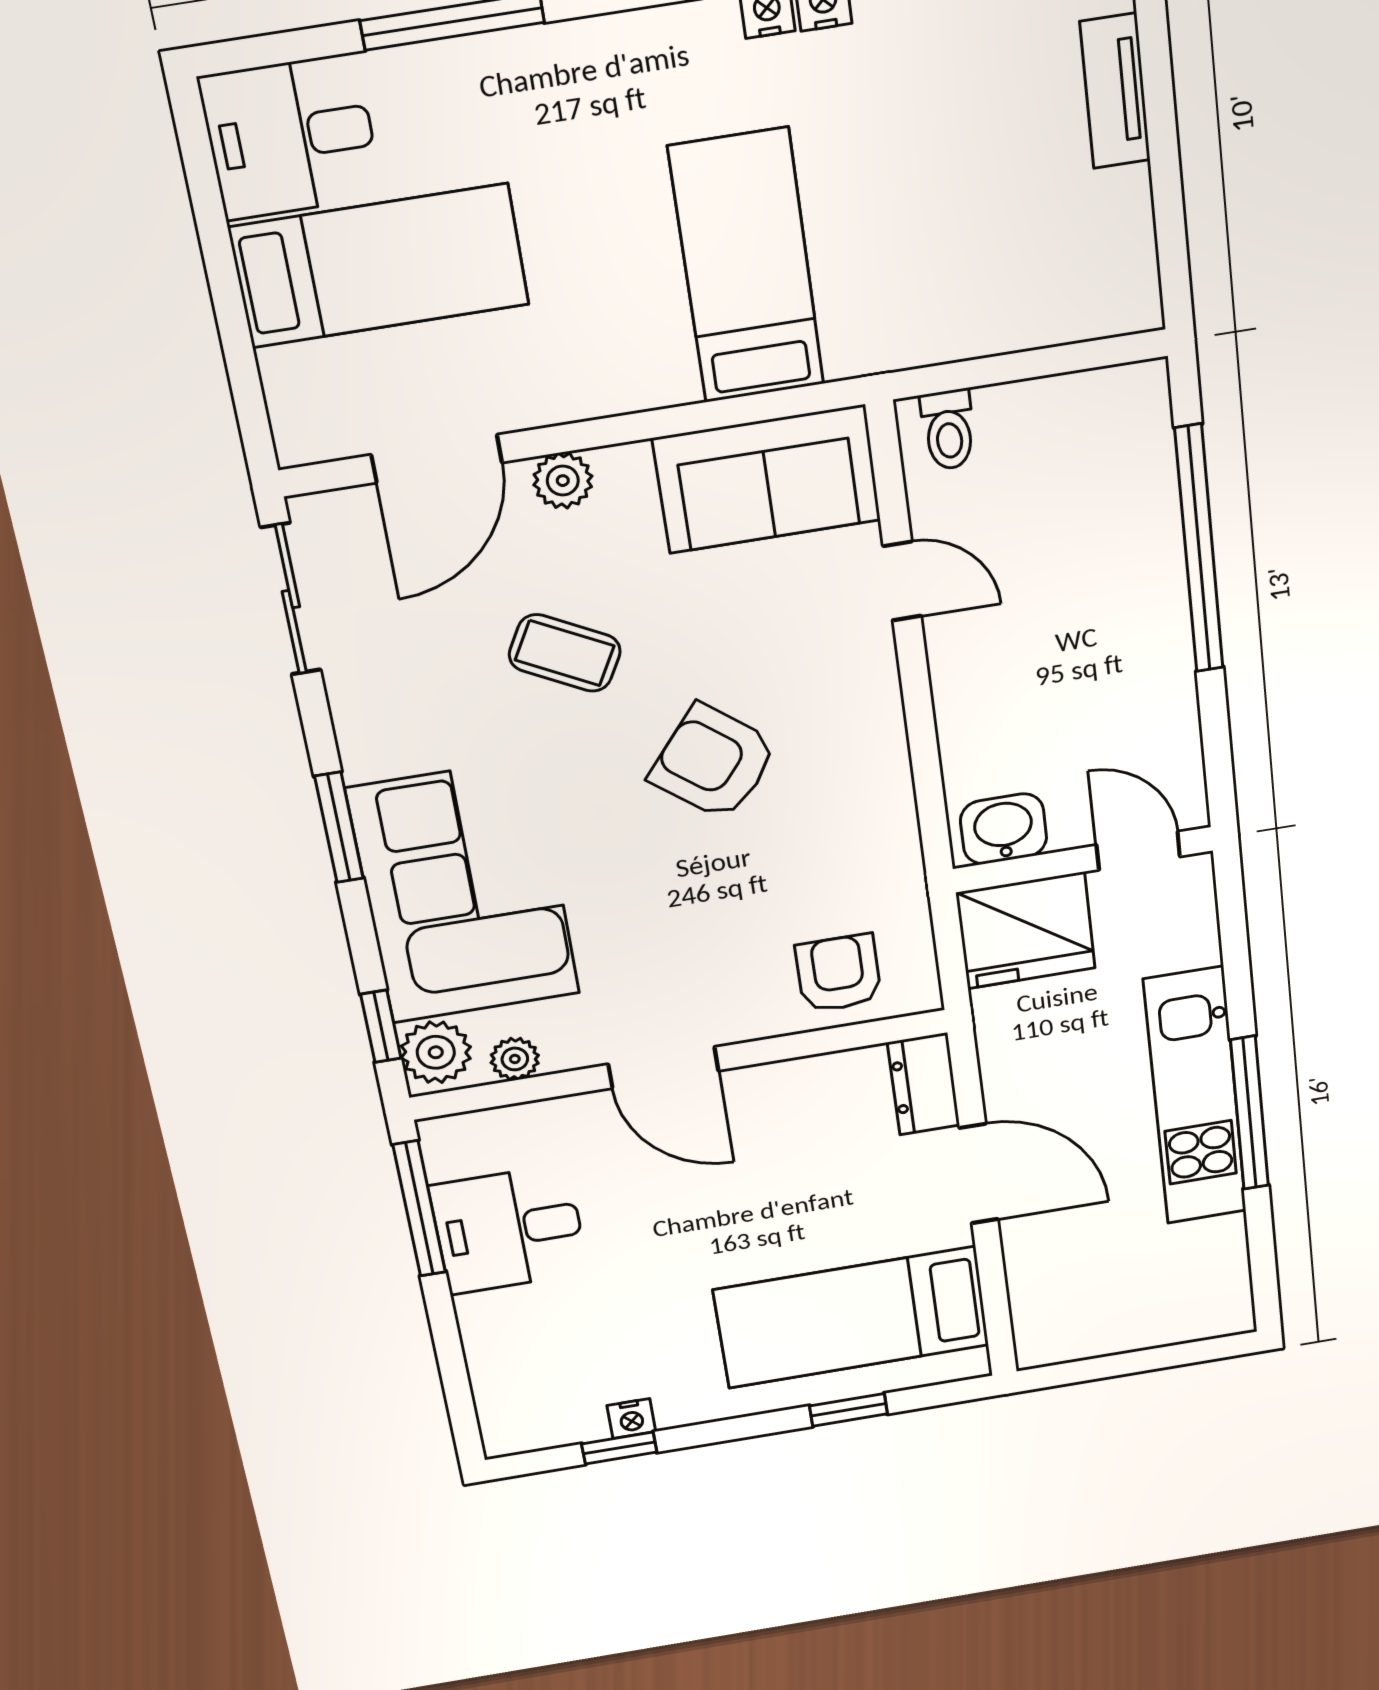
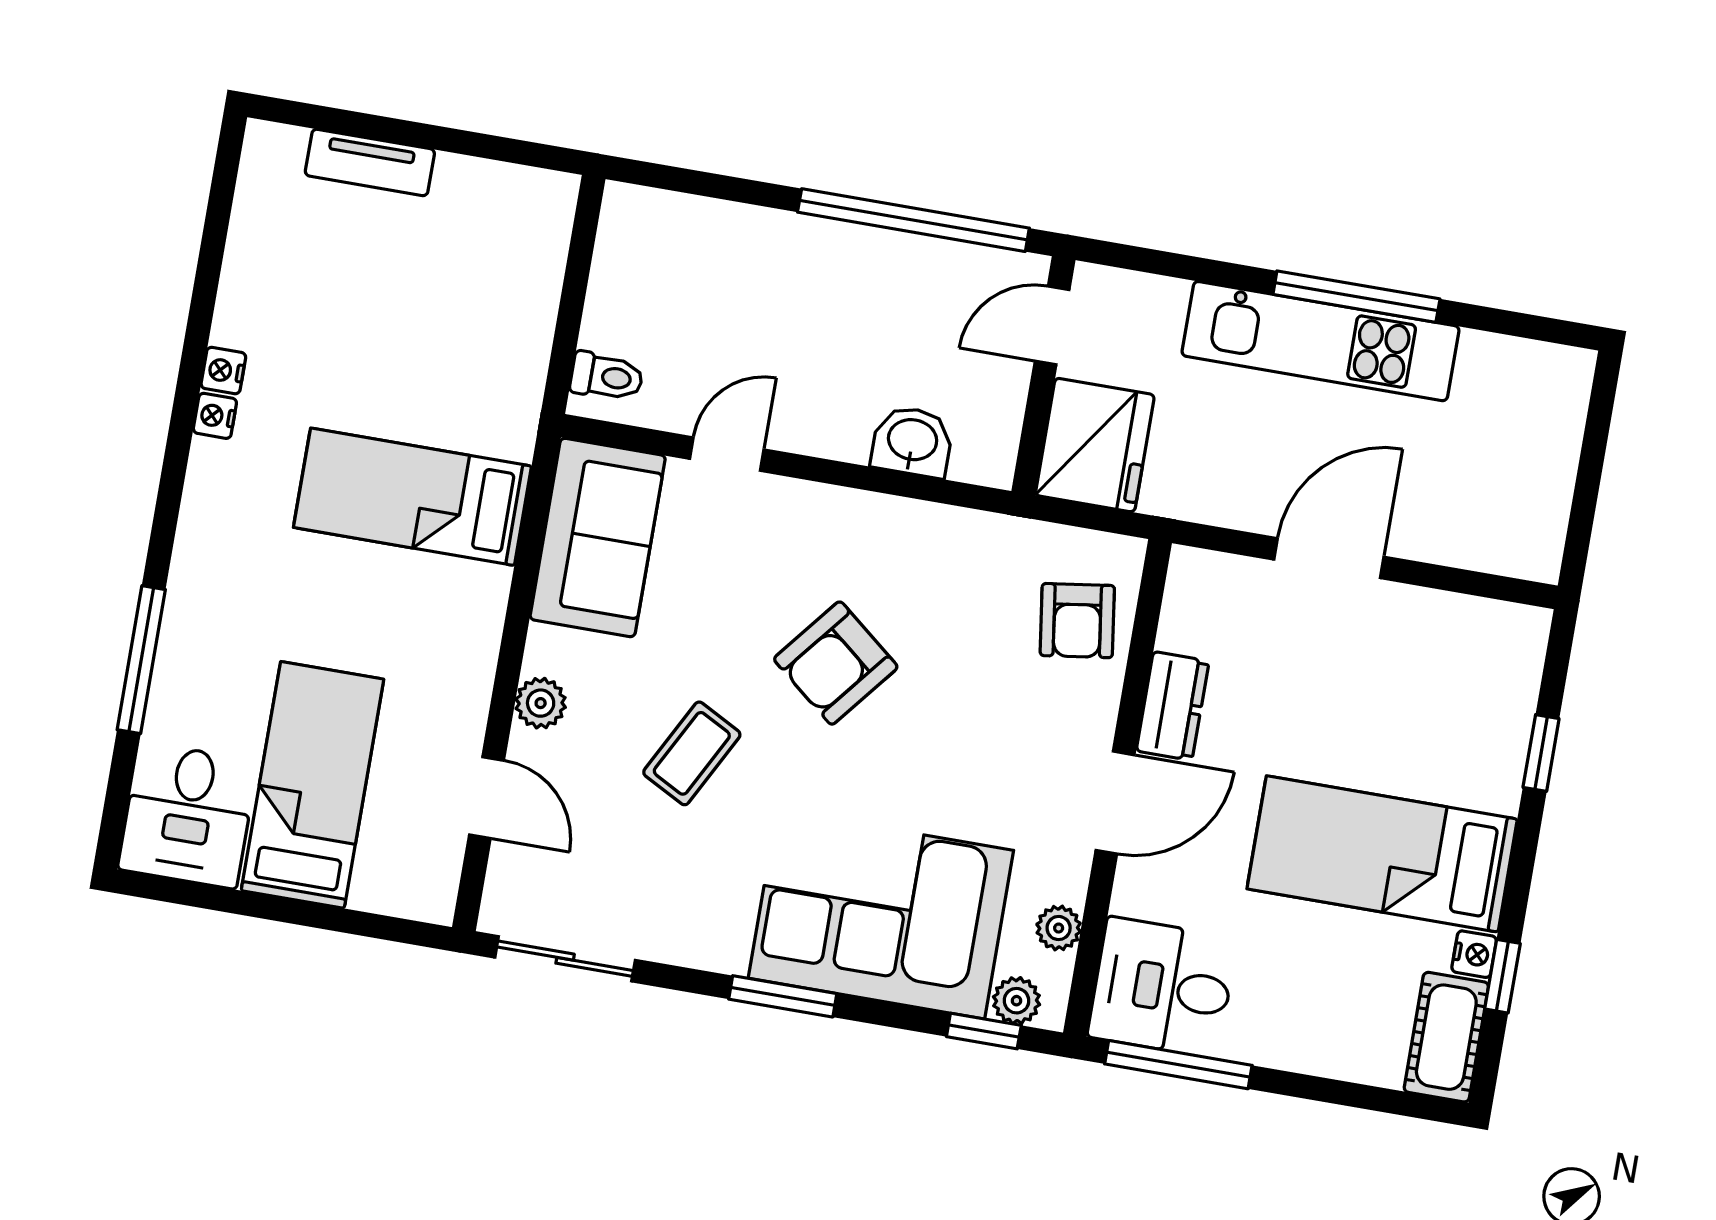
door: (437, 459) -> (487, 798), width x0.73
window: (1199, 549) -> (913, 220), moved
washbasin: (1004, 829) -> (912, 442), moved, turned 90
armchair: (838, 973) -> (1077, 621), turned -98
plant: (436, 1052) -> (1017, 1001), width x0.73, depth x0.73
dresser: (924, 1084) -> (1173, 706), moved, turned -90
desk: (509, 1230) -> (1162, 987), moved, turned 90
bed: (852, 1317) -> (1382, 854), moved, turned 90
cot: (541, 1422) -> (1446, 1037), added

